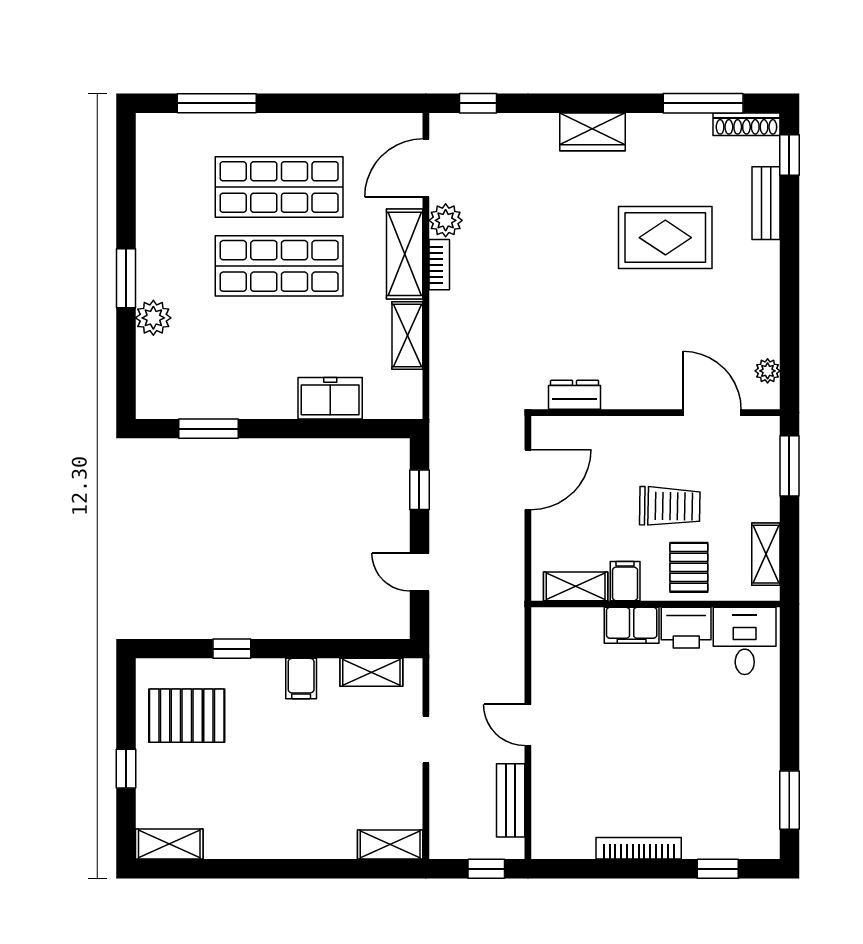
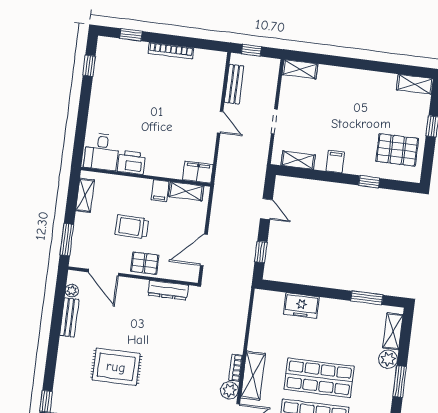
bench: (766, 203) -> (69, 317), moved
shelving: (407, 335) -> (393, 331), moved
dresser: (575, 395) -> (168, 290), width x1.44
pallet: (689, 567) -> (145, 263), moved, turned 90
filing cabinet: (632, 625) -> (198, 172), moved
window: (789, 800) -> (89, 66), width x0.67

